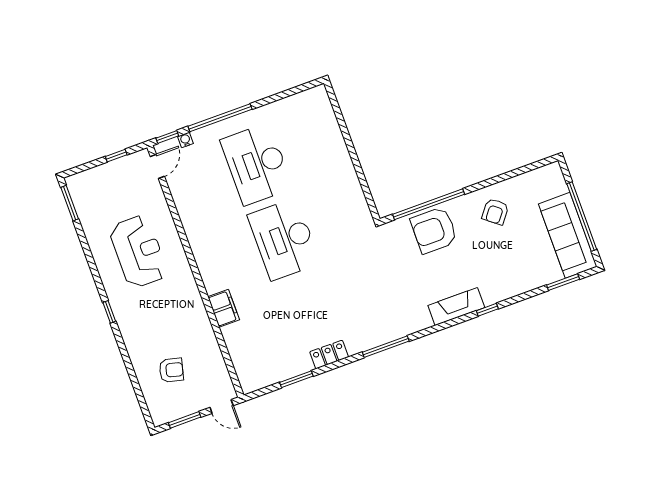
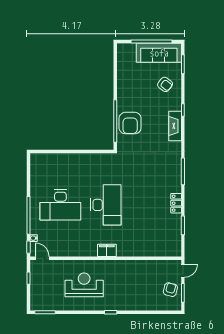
armchair: (495, 212) -> (165, 84), moved
desk: (284, 239) -> (106, 205), turned -90
filing cabinet: (224, 308) -> (107, 250), moved
armchair: (171, 370) -> (170, 290), moved

